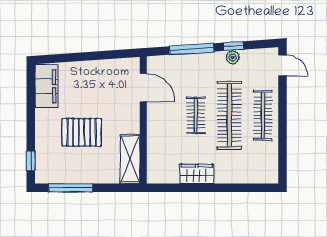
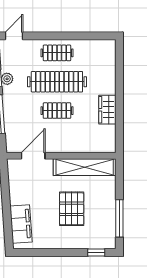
filing cabinet: (46, 86) -> (21, 224), moved, turned 86
clothes rail: (263, 115) -> (57, 53), width x0.73
shelving: (130, 159) -> (85, 167), width x1.47

